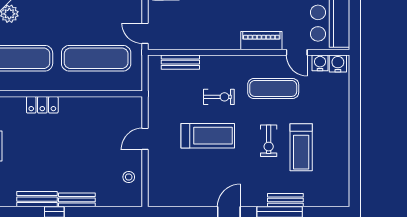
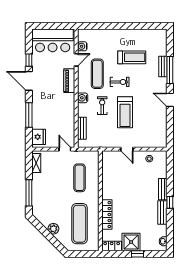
door: (145, 33) -> (65, 149), swing flipped
exercise mat: (96, 58) -> (80, 178), width x0.73, depth x0.69
water cooler: (338, 64) -> (83, 98), moved
locker: (42, 105) -> (107, 215), width x1.53
treadmill: (208, 136) -> (125, 112), turned 180
exercise bike: (269, 141) -> (120, 82), moved

